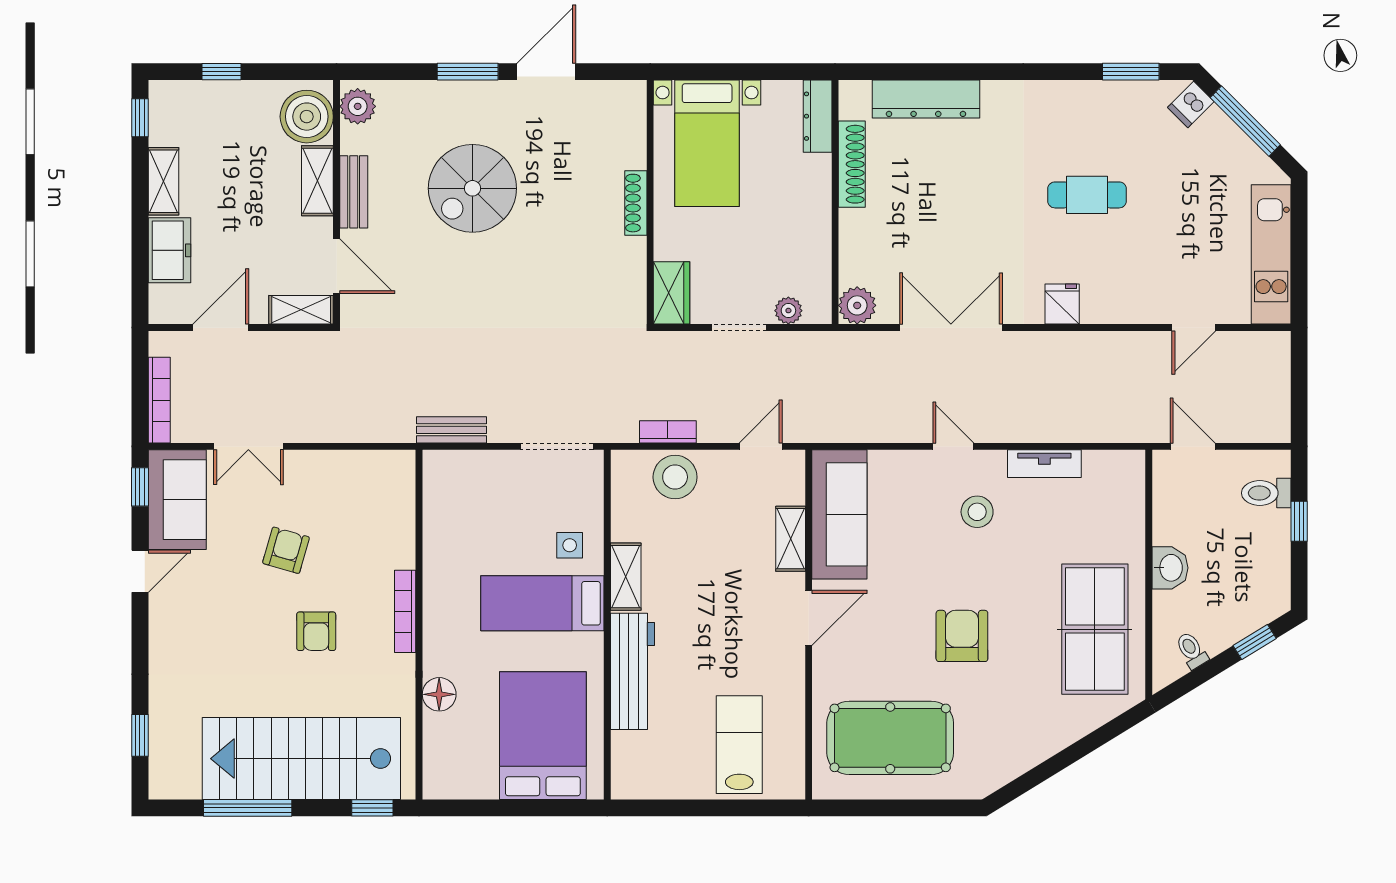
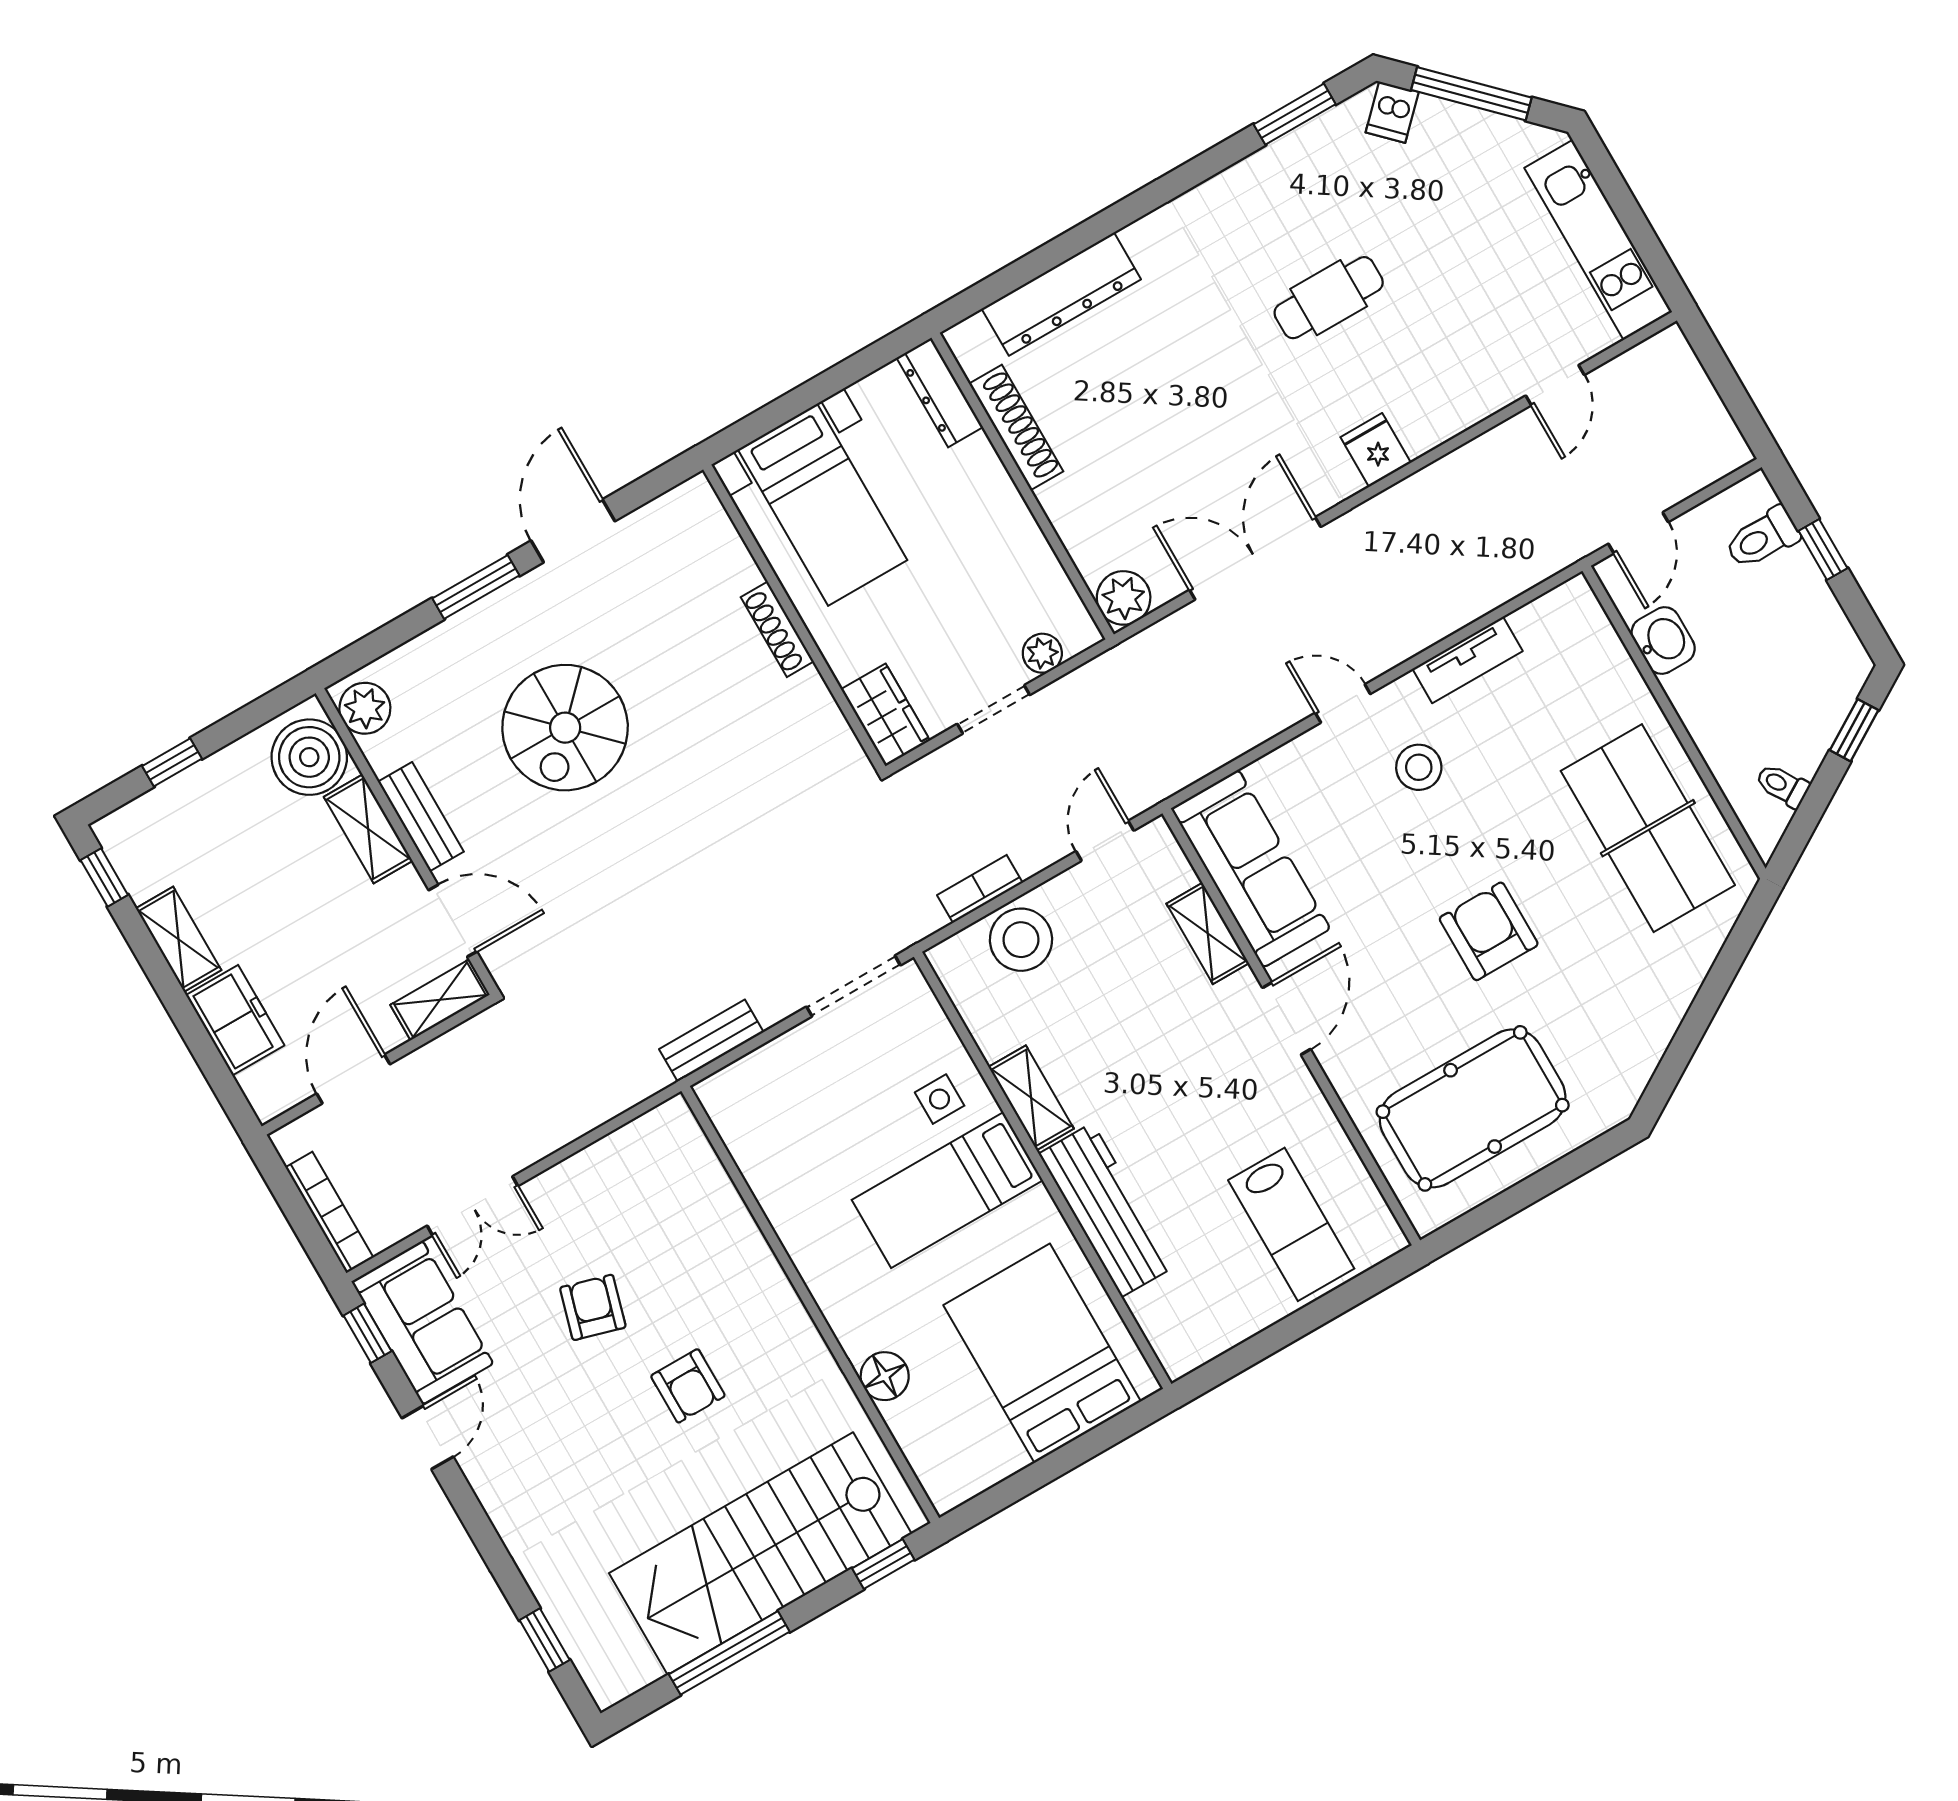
door: (1193, 446) -> (1638, 533), swing flipped
washbasin: (1170, 568) -> (1663, 641), moved
bookcase: (405, 611) -> (784, 1298), removed
lab bench: (739, 745) -> (1291, 1224), turned 180

